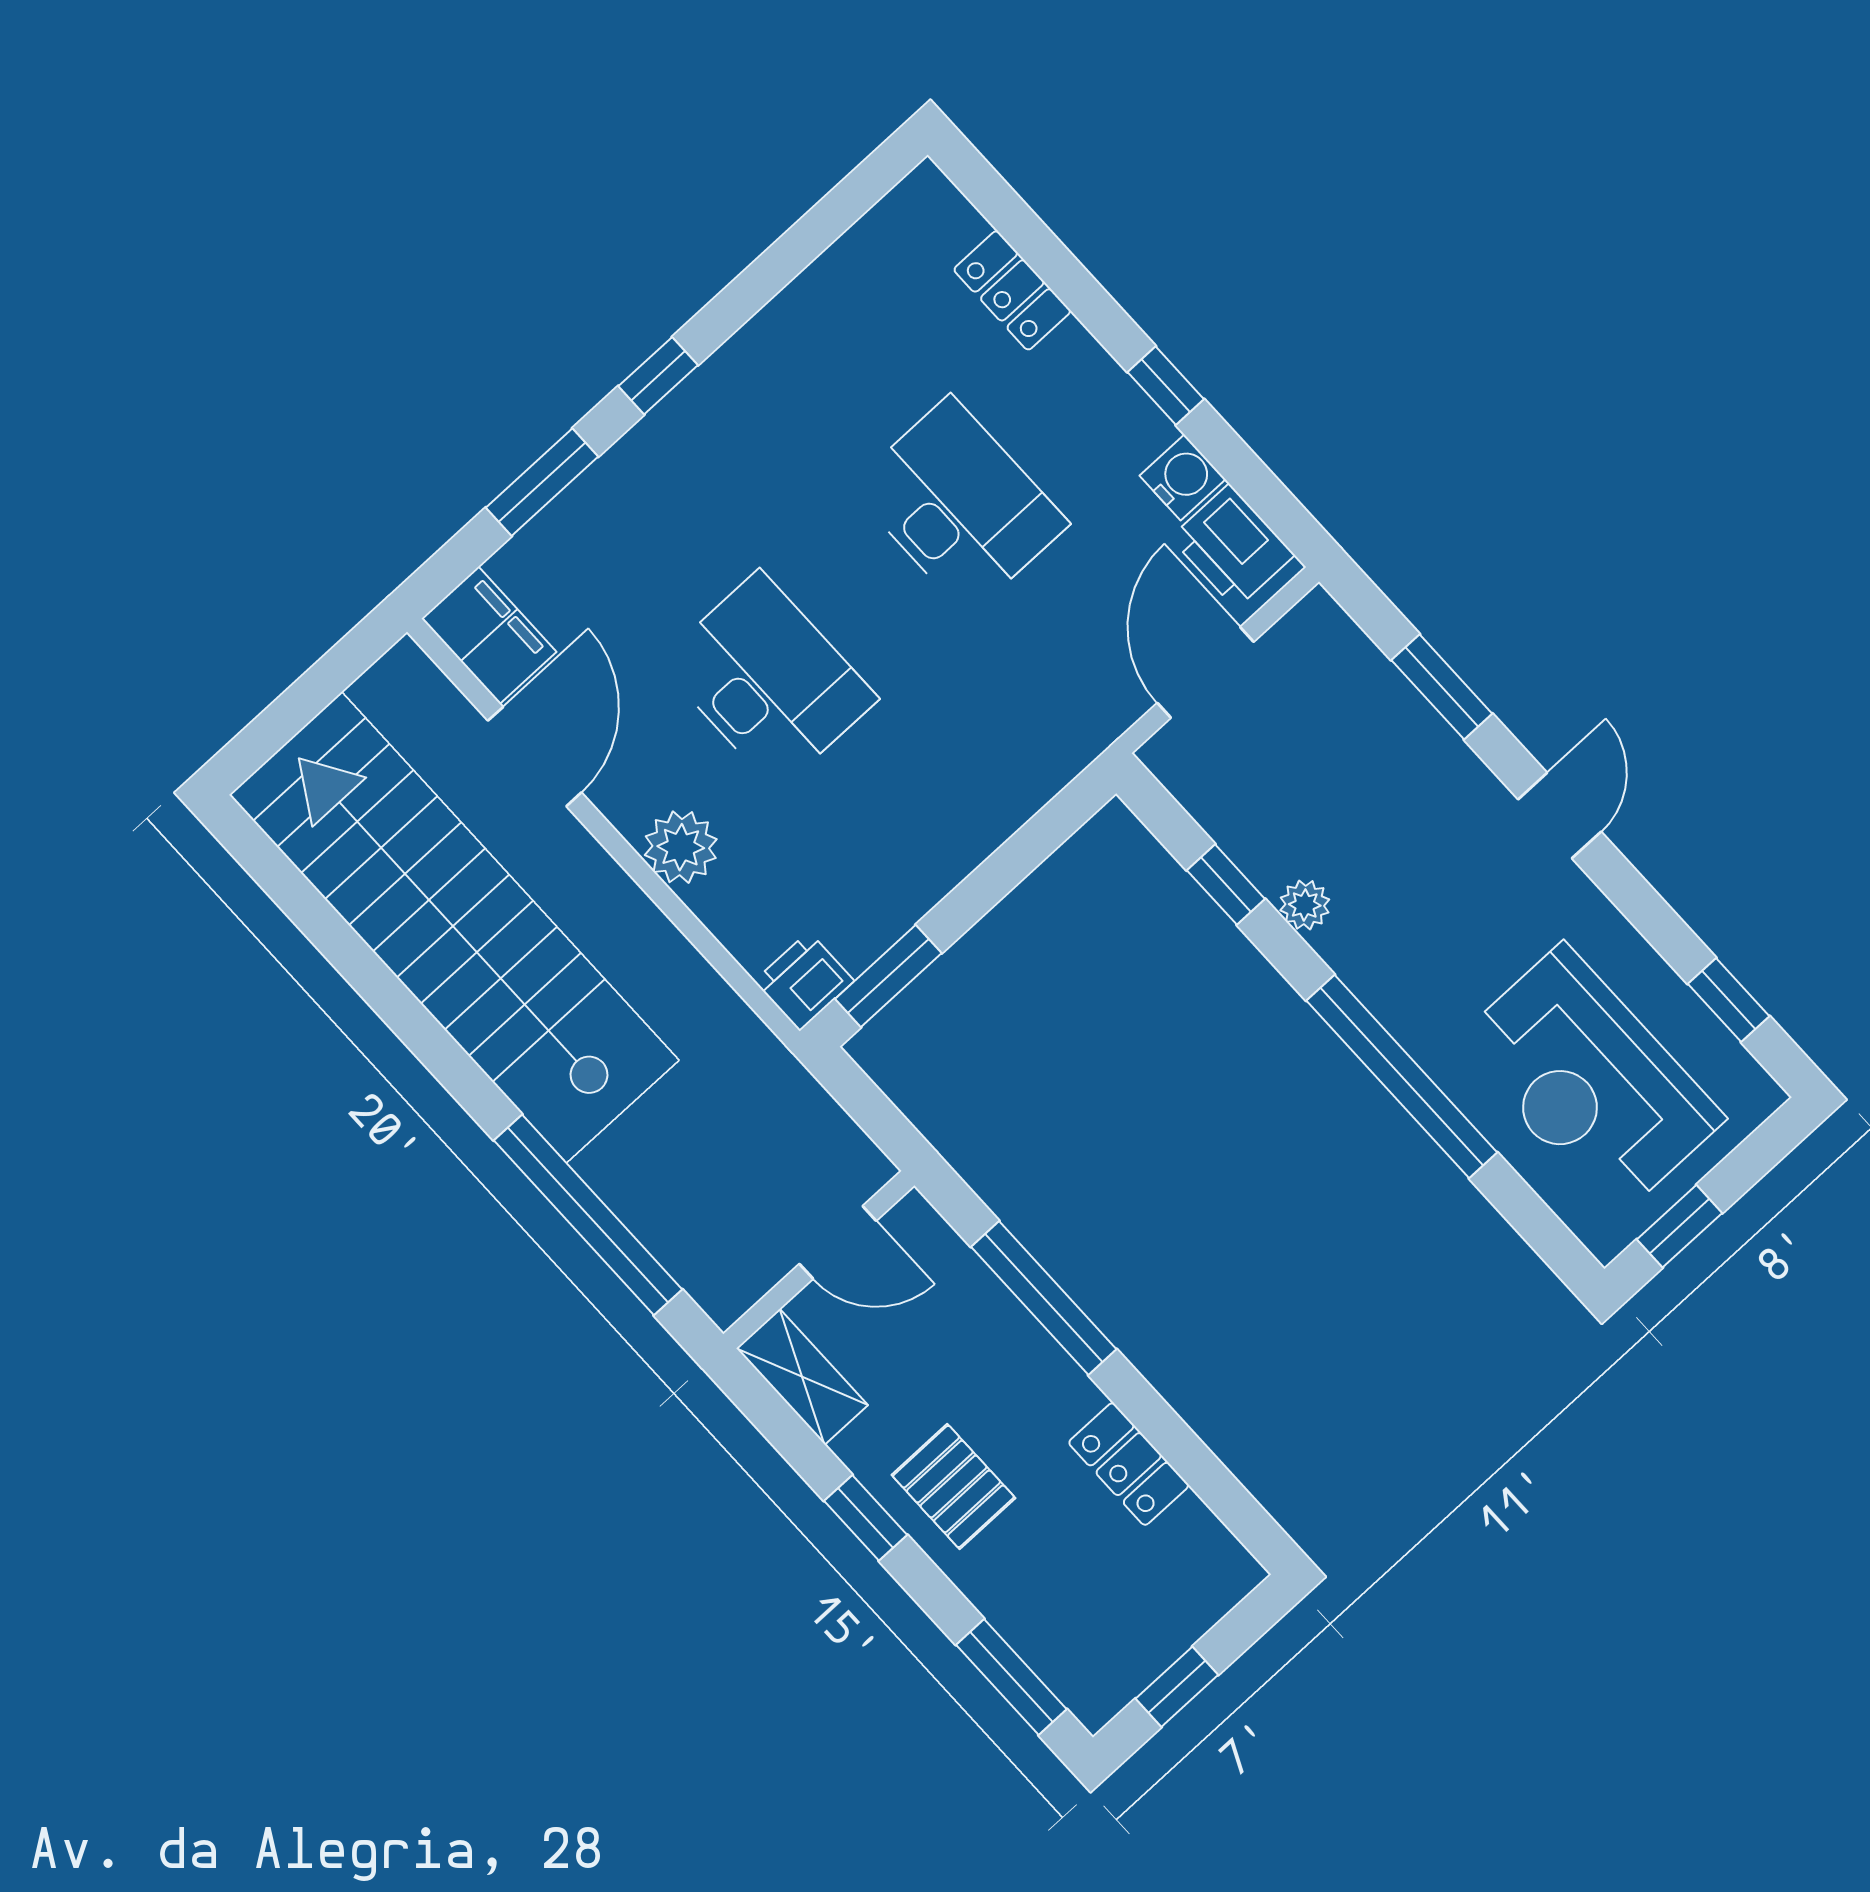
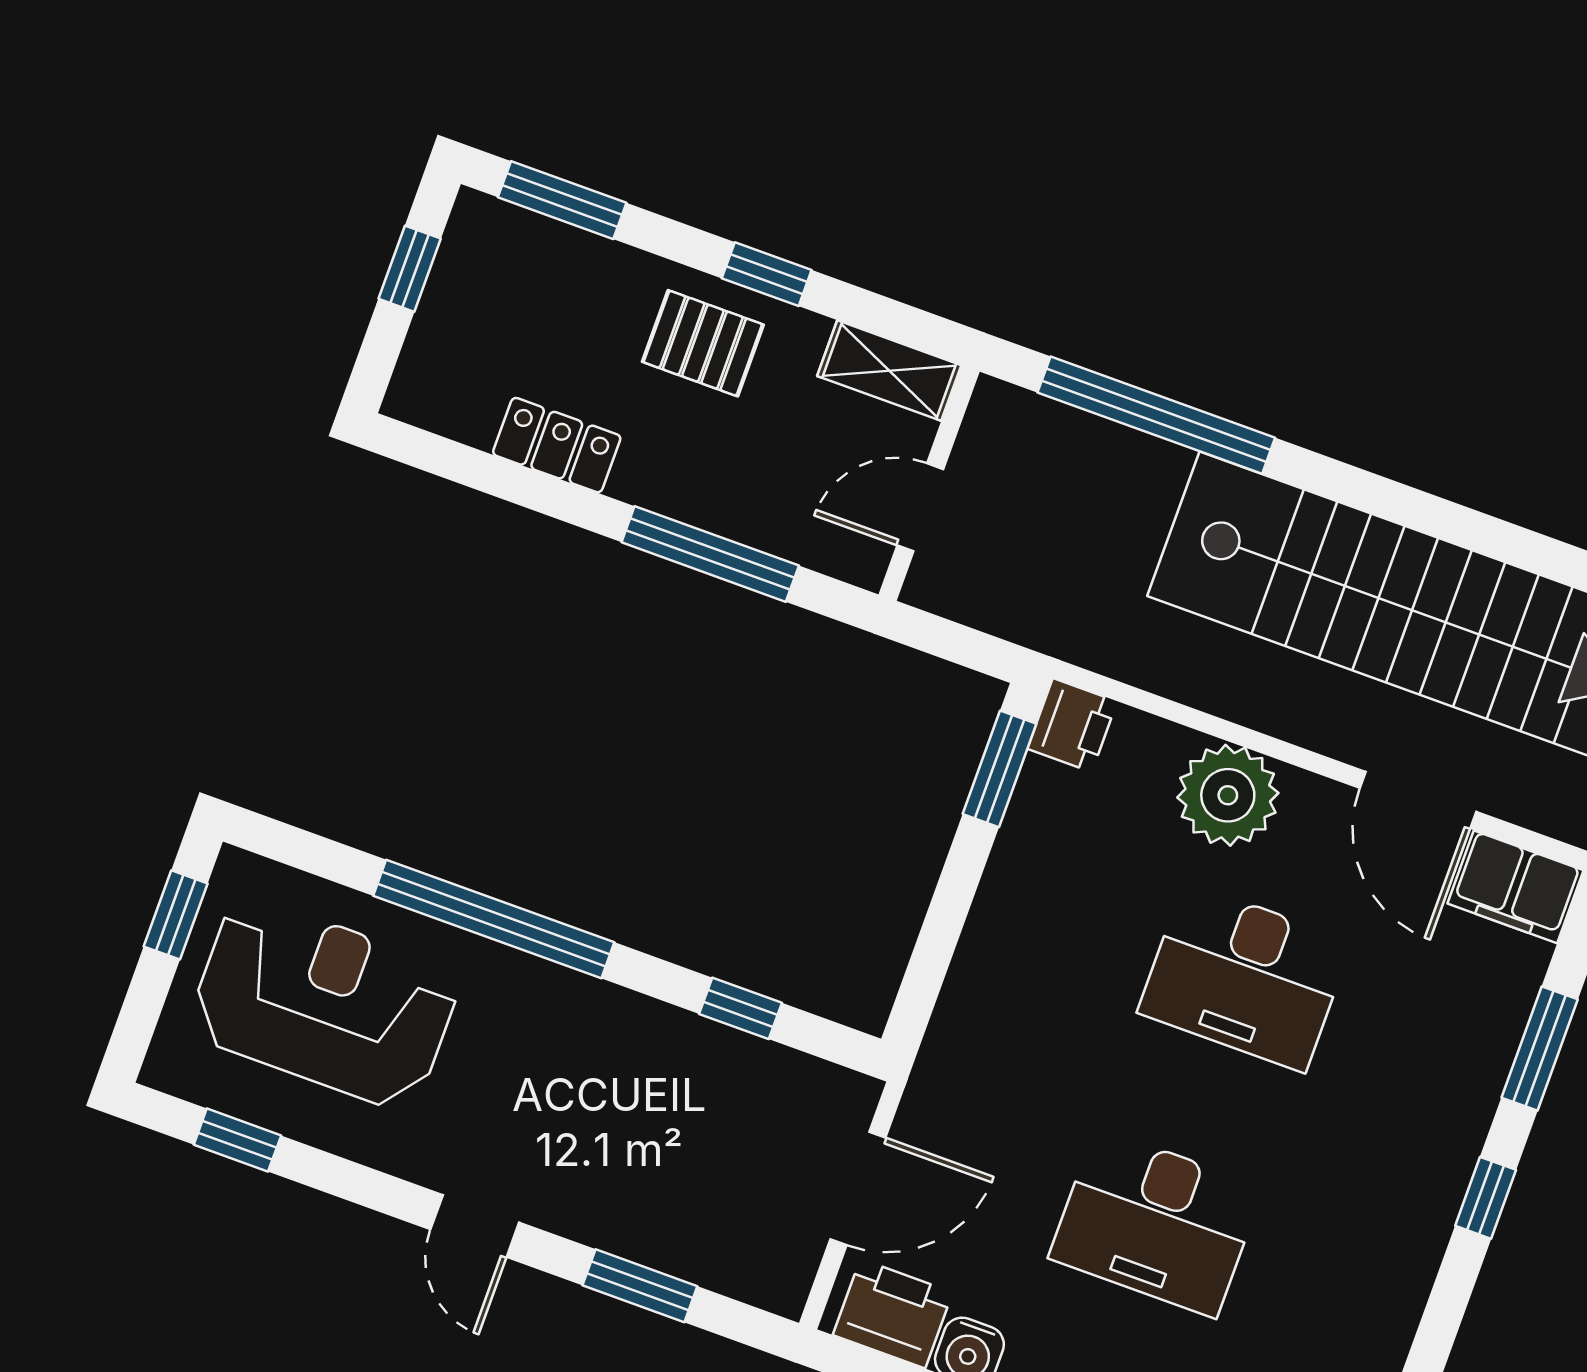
door: (1206, 672) -> (858, 1188), hinge flipped
plant: (681, 847) -> (1228, 795), width x1.36, depth x1.36
plant: (1305, 905) -> (661, 1027), removed

